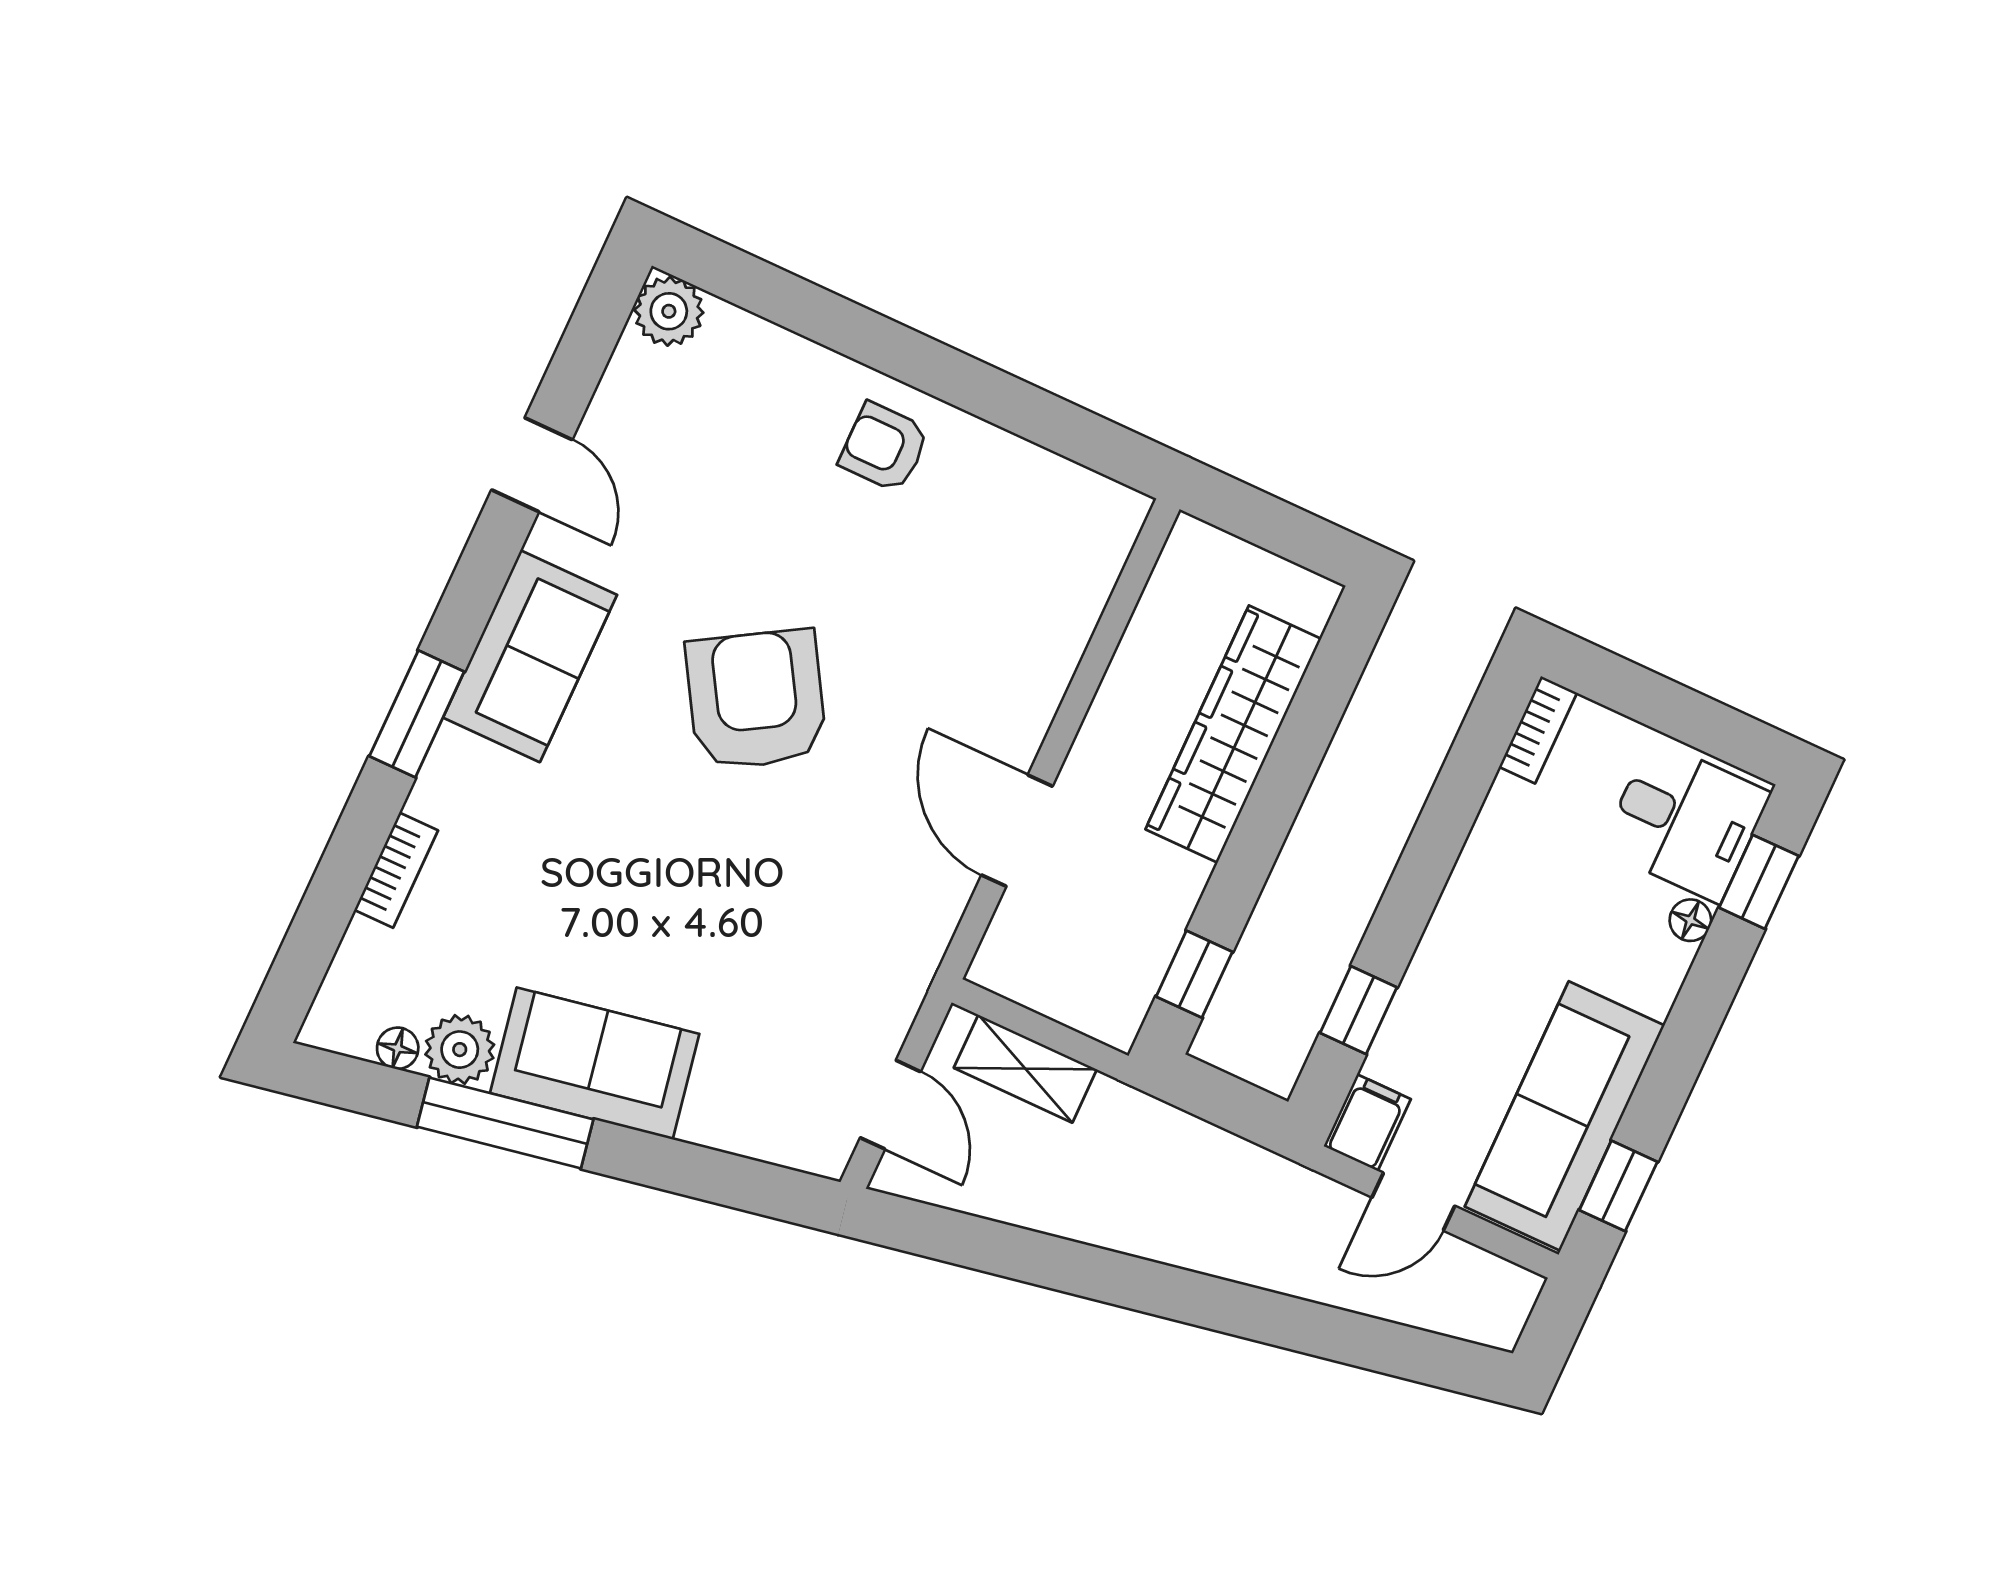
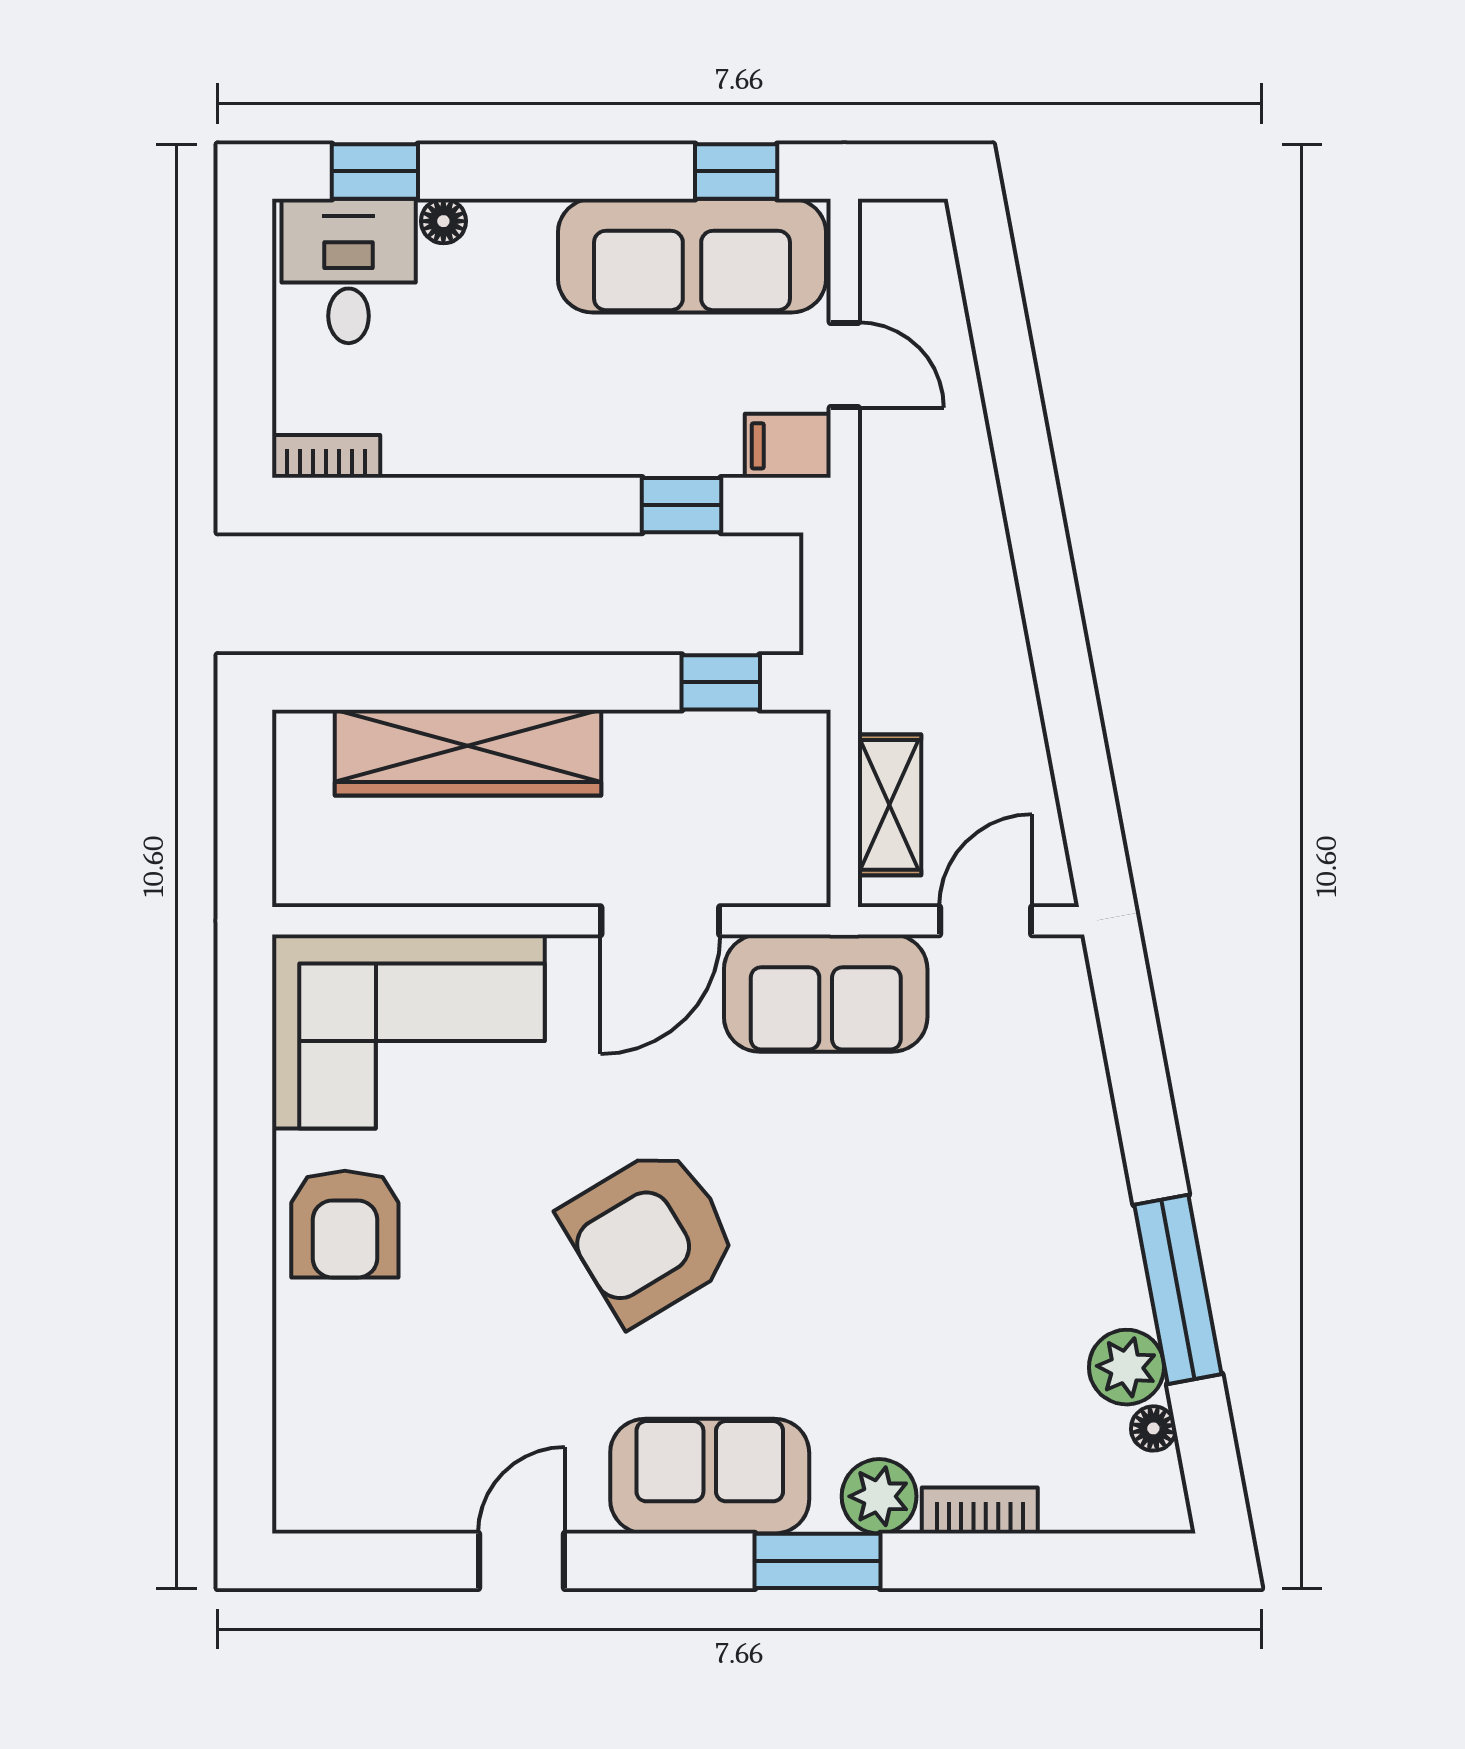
plant: (669, 311) -> (879, 1496), moved
armchair: (884, 447) -> (345, 1224), width x1.38, depth x1.38
corner sofa: (1022, 575) -> (408, 1032), added
sofa: (595, 1063) -> (826, 993), moved, turned -79

